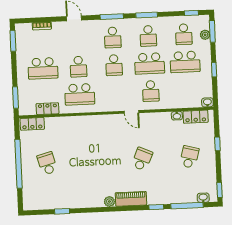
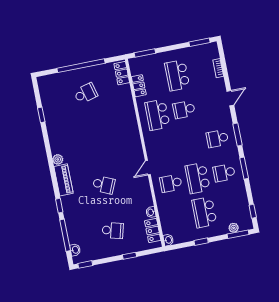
school desk: (184, 34) -> (231, 207), removed
school desk: (114, 65) -> (191, 144), removed

